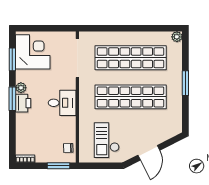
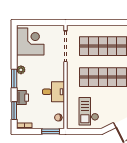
window: (12, 59) -> (14, 111), moved
printer: (23, 103) -> (23, 98), moved
desk: (62, 103) -> (53, 92), moved

